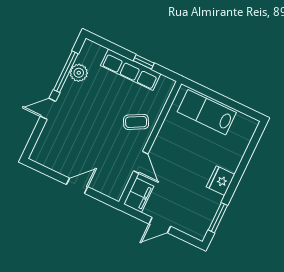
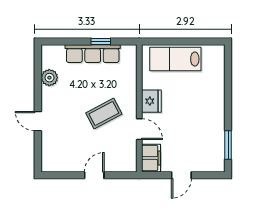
window: (66, 72) -> (38, 82), removed
door: (48, 109) -> (38, 121), hinge flipped
coffee table: (136, 122) -> (104, 113), moved, width x1.36, depth x1.30
fridge: (221, 181) -> (151, 101), moved, turned 180

